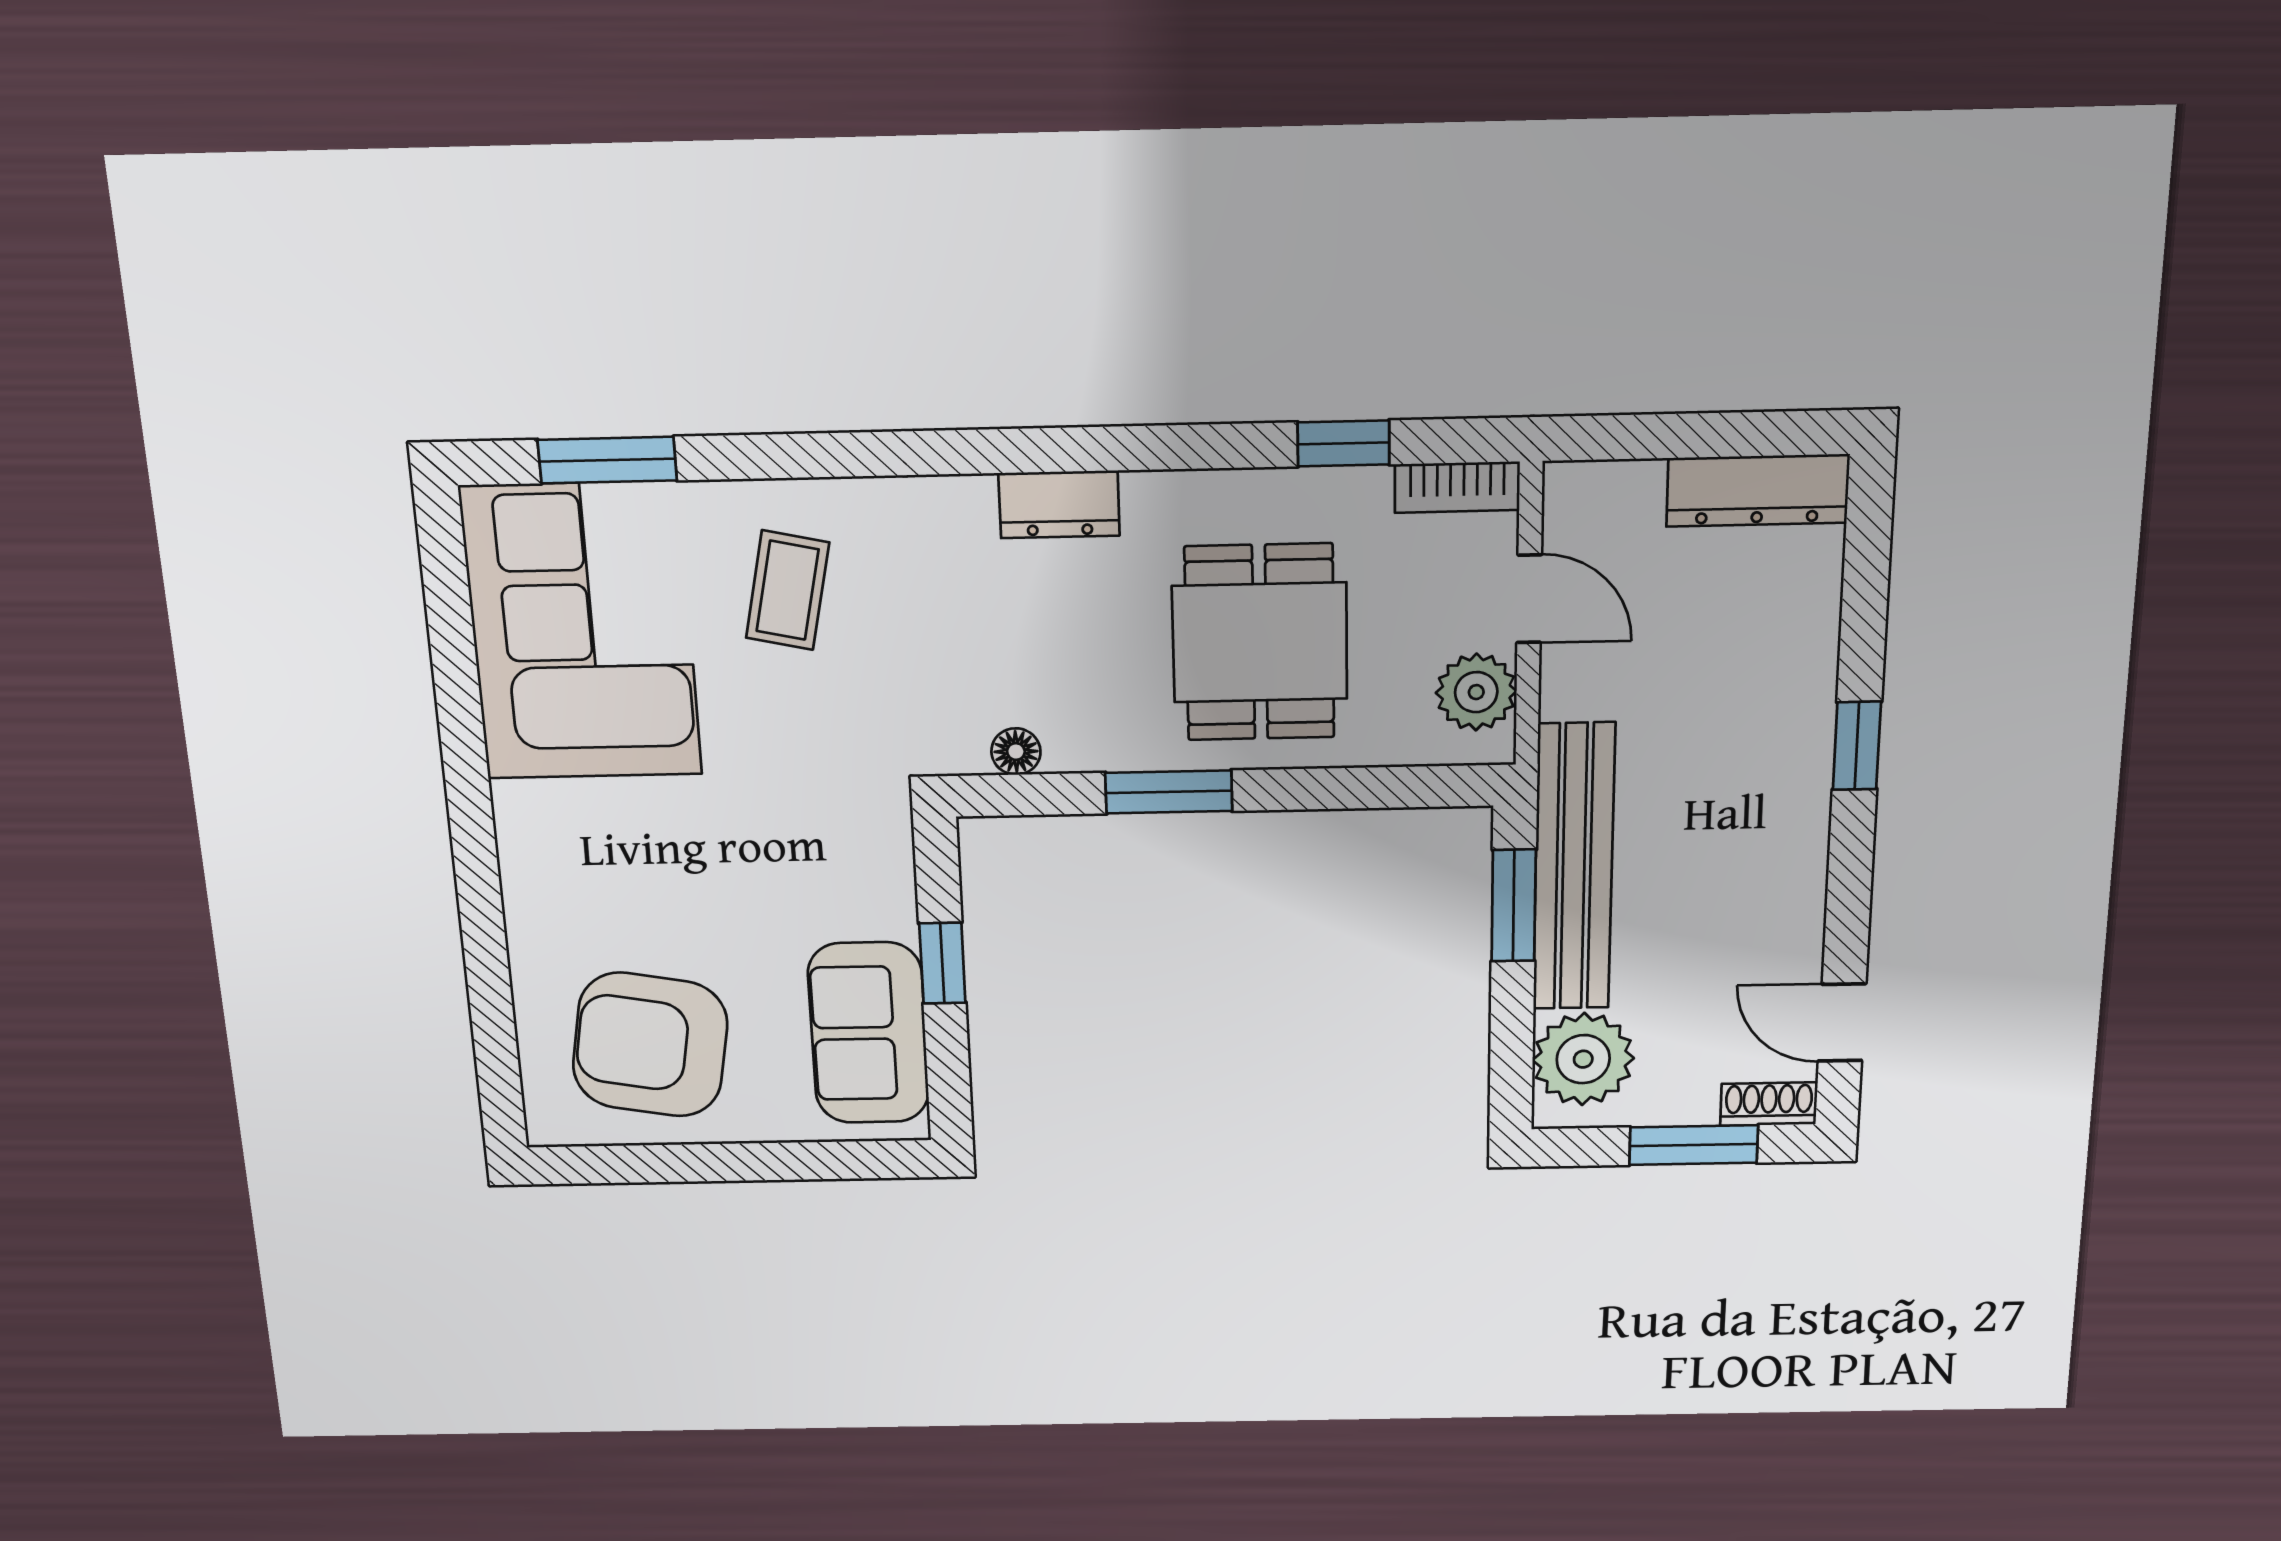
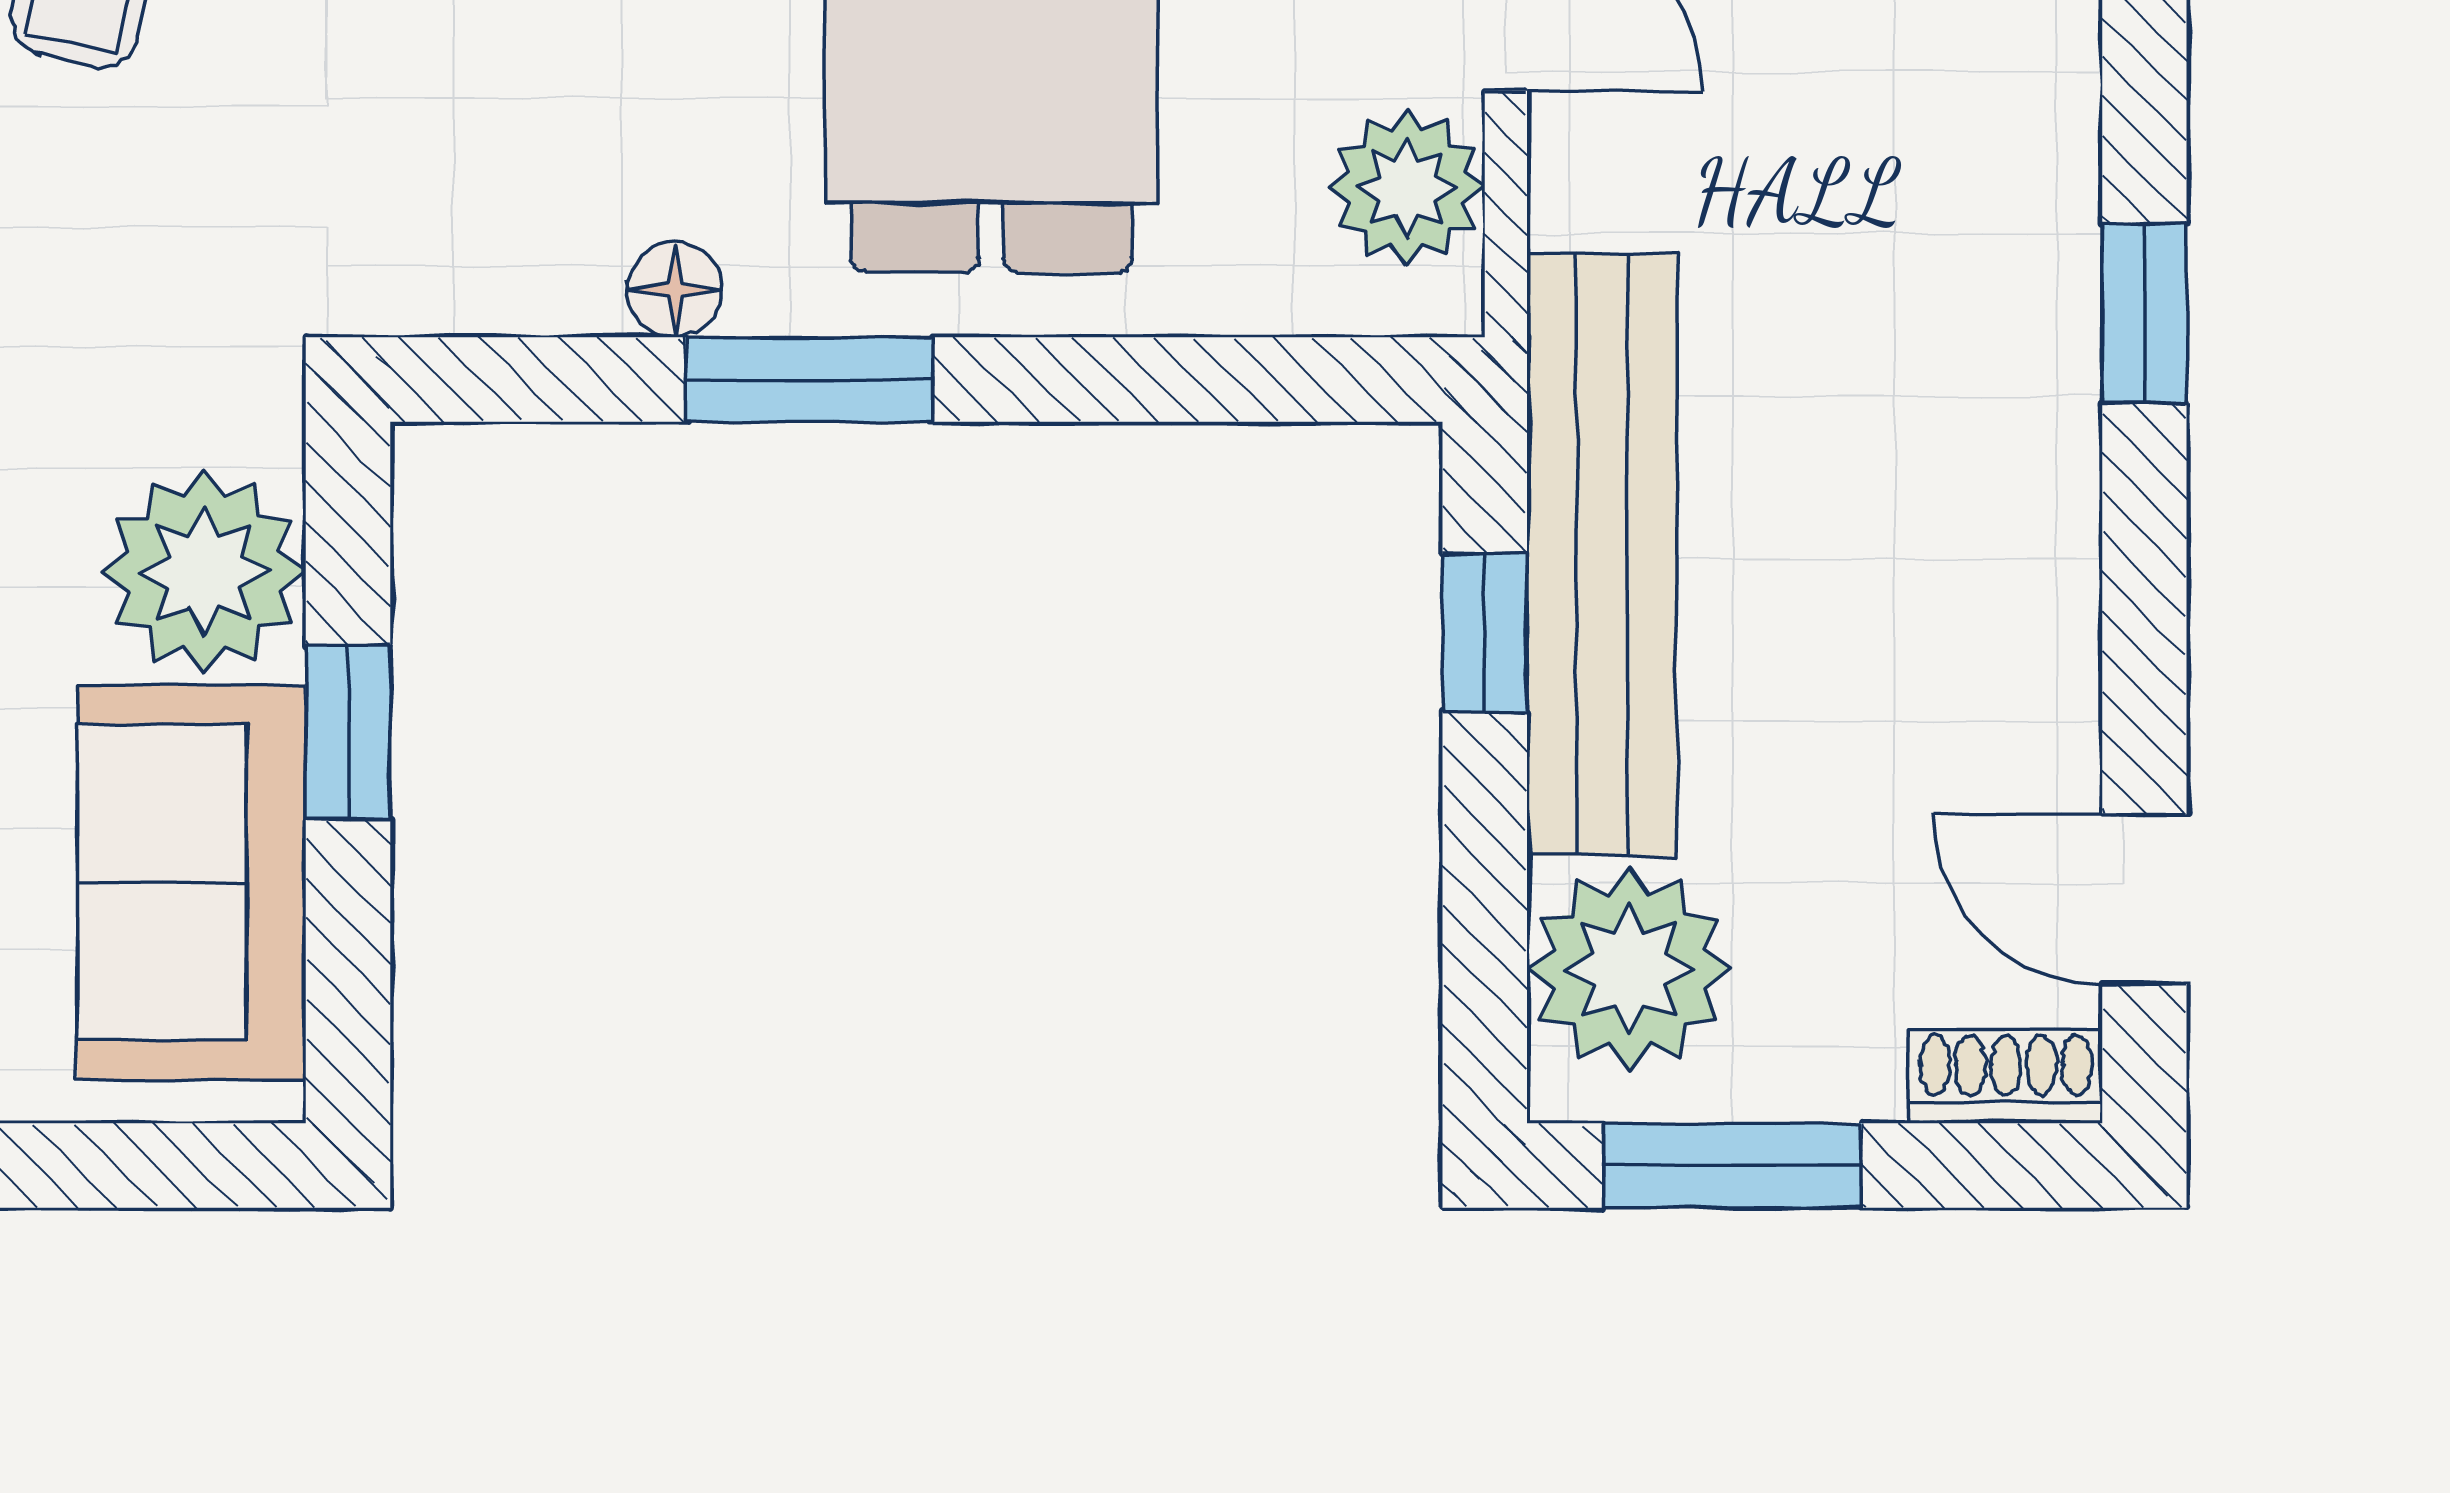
floor lamp: (1016, 752) -> (675, 290), moved
plant: (866, 890) -> (204, 572), added
window: (1514, 906) -> (1485, 633), width x0.67
window: (1694, 1145) -> (1732, 1165), moved

